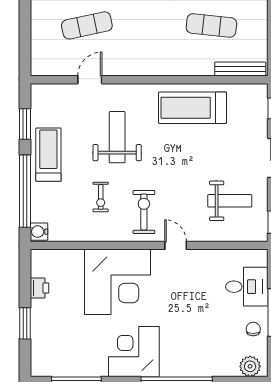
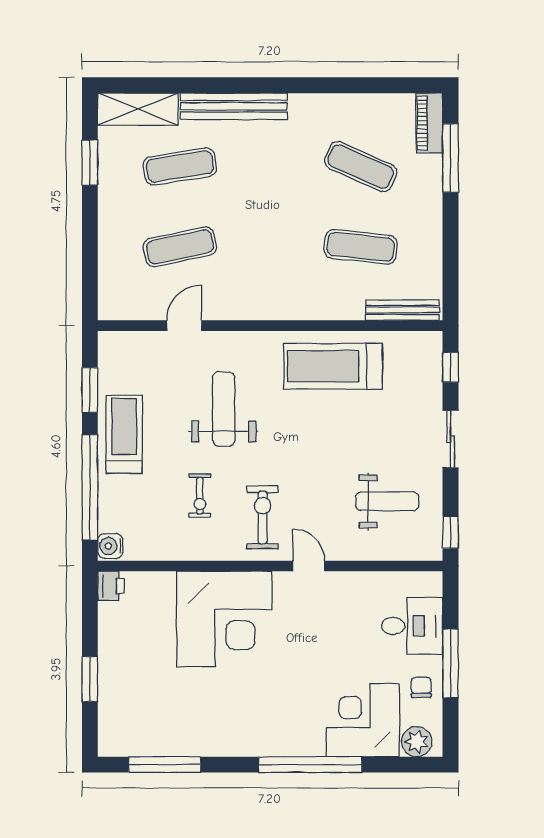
printer: (39, 288) -> (111, 586), moved
corner desk: (134, 352) -> (363, 720), moved

